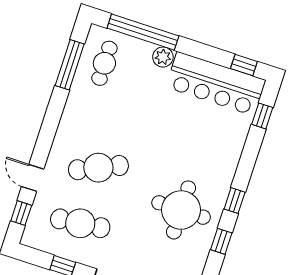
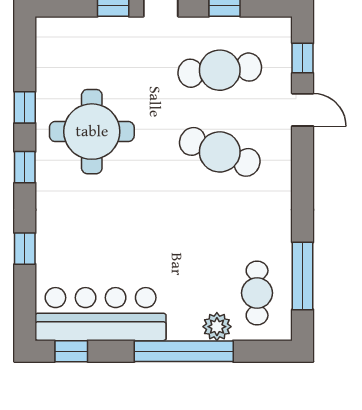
window: (143, 32) -> (184, 351), moved
plant: (163, 57) -> (217, 327), moved
window: (262, 116) -> (25, 249), moved
cafe table: (98, 168) -> (220, 152), turned 45

